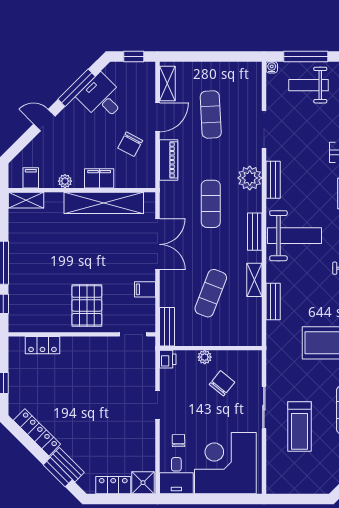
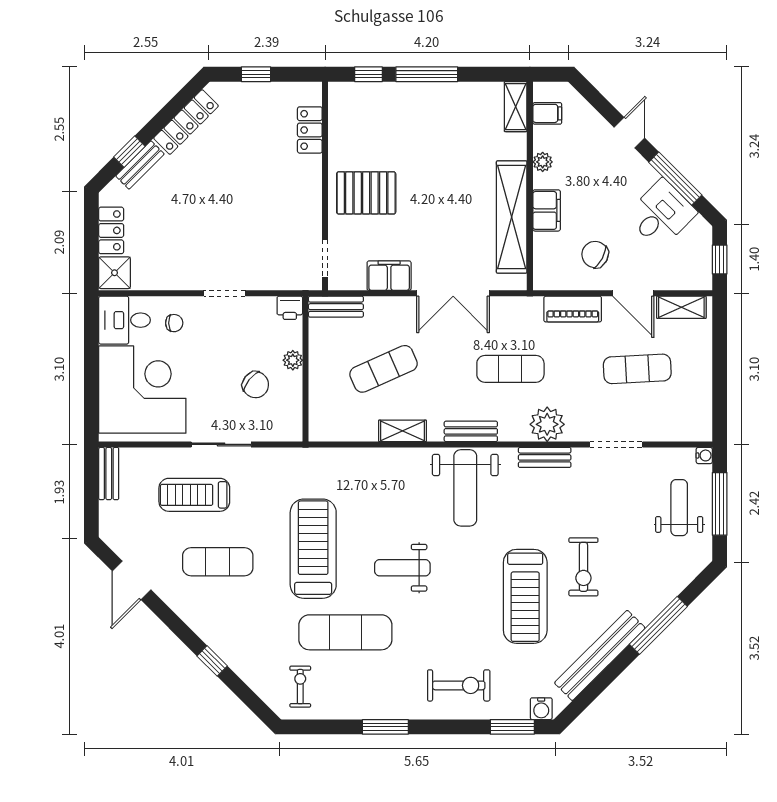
filing cabinet: (145, 289) -> (389, 276), width x2.00
exercise mat: (211, 293) -> (384, 369), turned -45
bench: (273, 302) -> (109, 474), moved, turned 90
window: (58, 472) -> (129, 152), width x0.67

